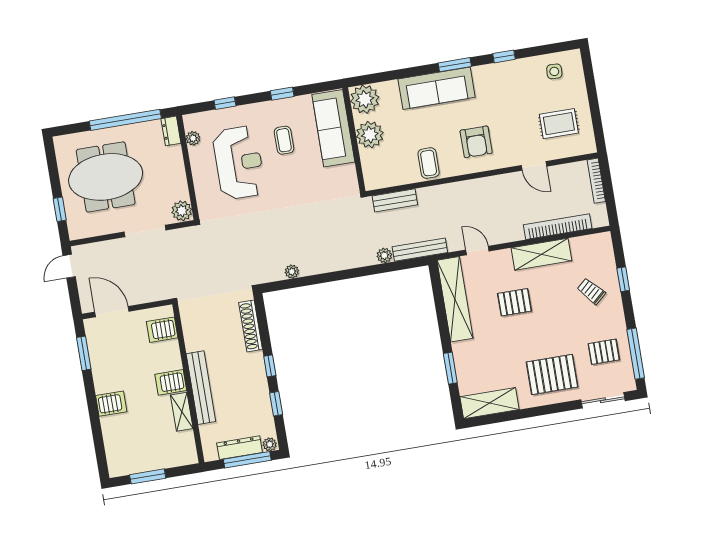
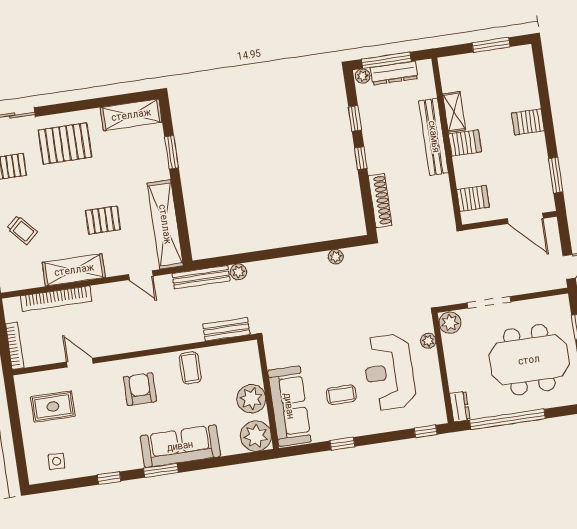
window: (225, 103) -> (426, 431), moved
plant: (193, 138) -> (428, 341), moved
coffee table: (284, 140) -> (341, 395), turned 90

